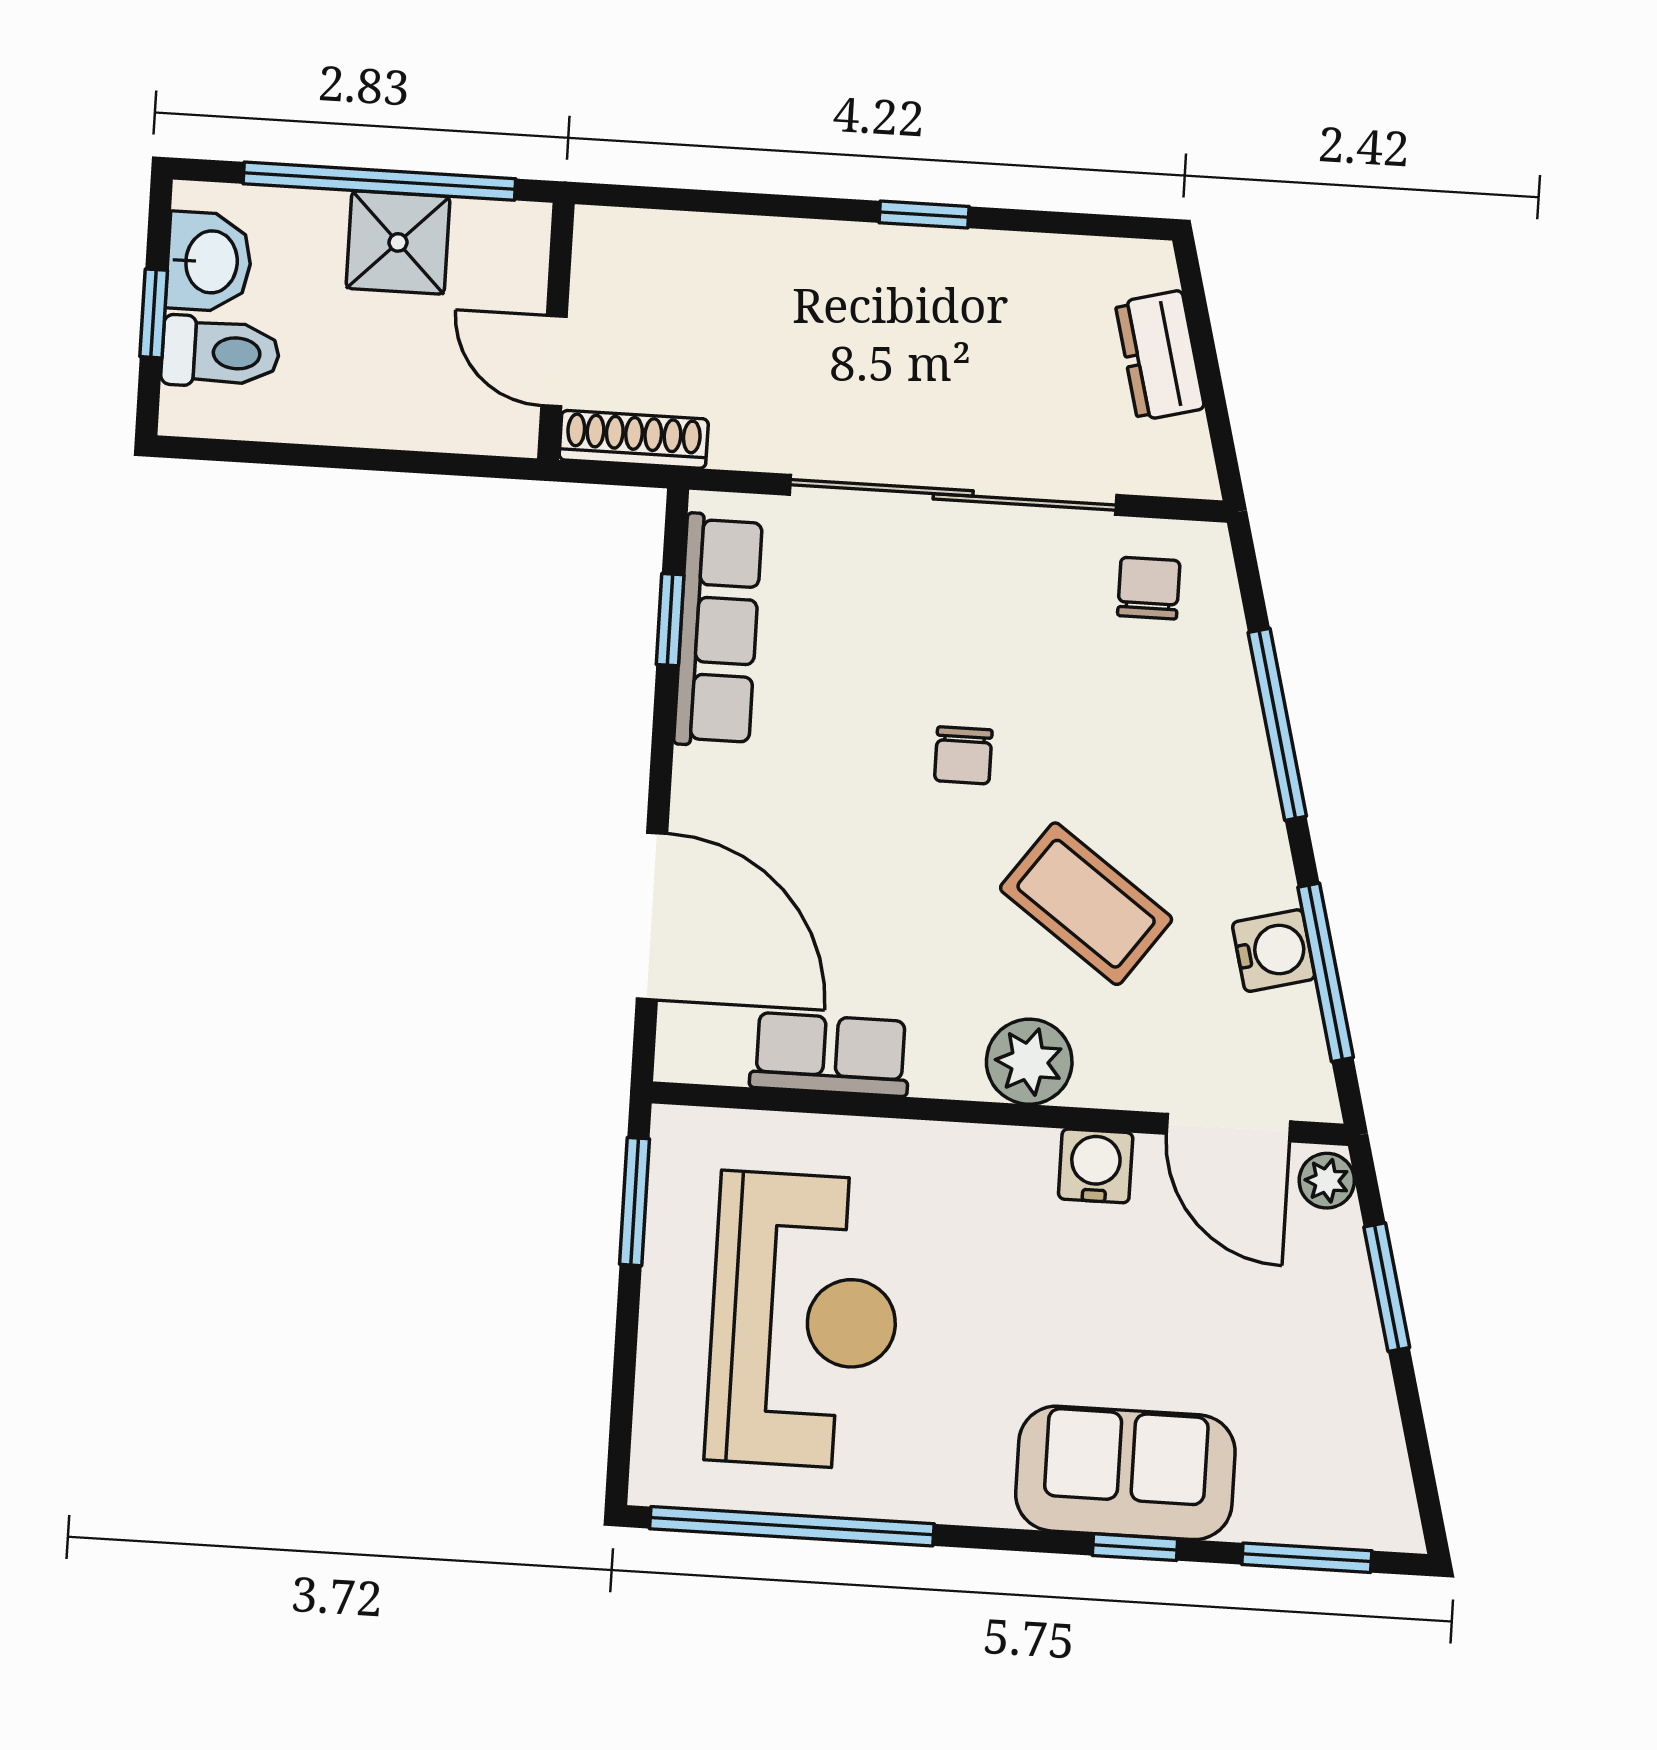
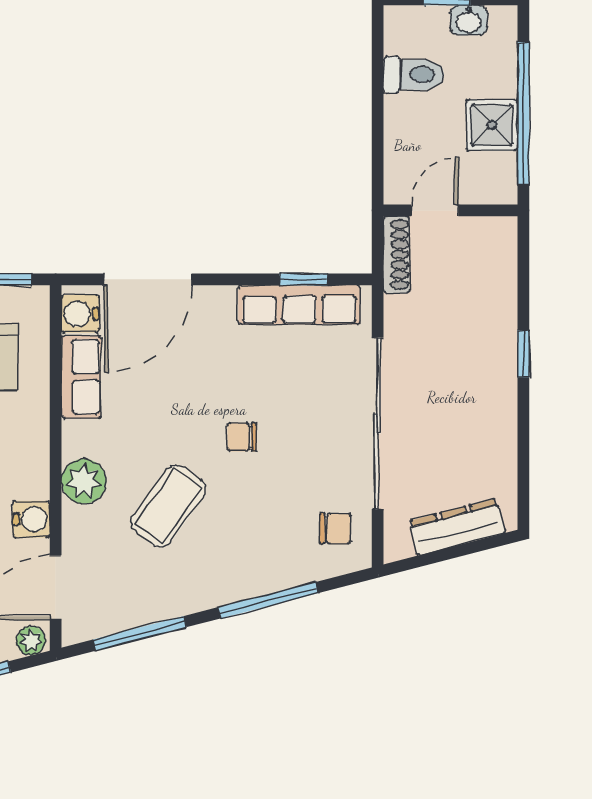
window: (924, 215) -> (523, 354), moved
washbasin: (209, 262) -> (469, 20), width x0.72, depth x0.69
toilet: (220, 352) -> (414, 75), moved, turned -90
dresser: (1160, 356) -> (457, 527), width x1.44
water cooler: (1274, 951) -> (80, 314), moved, turned 104

